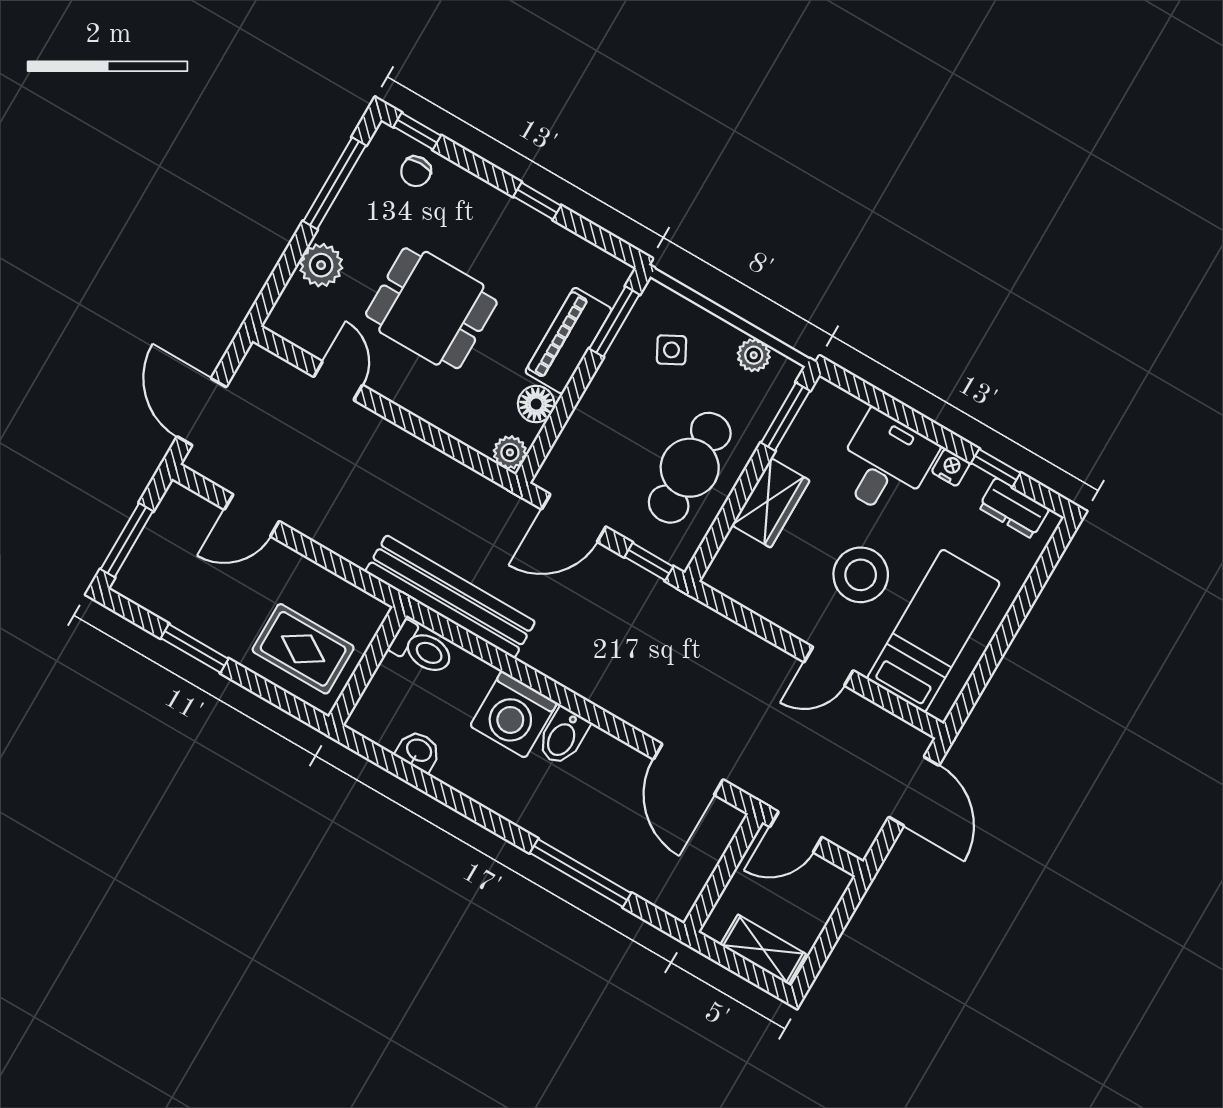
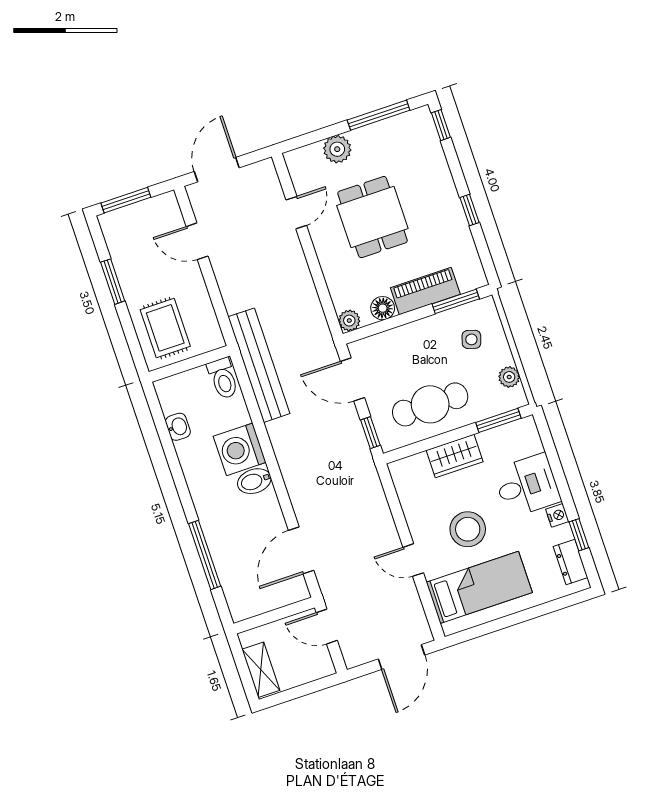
chair: (416, 171) -> (423, 144), removed
side table: (671, 350) -> (471, 339), turned 45

